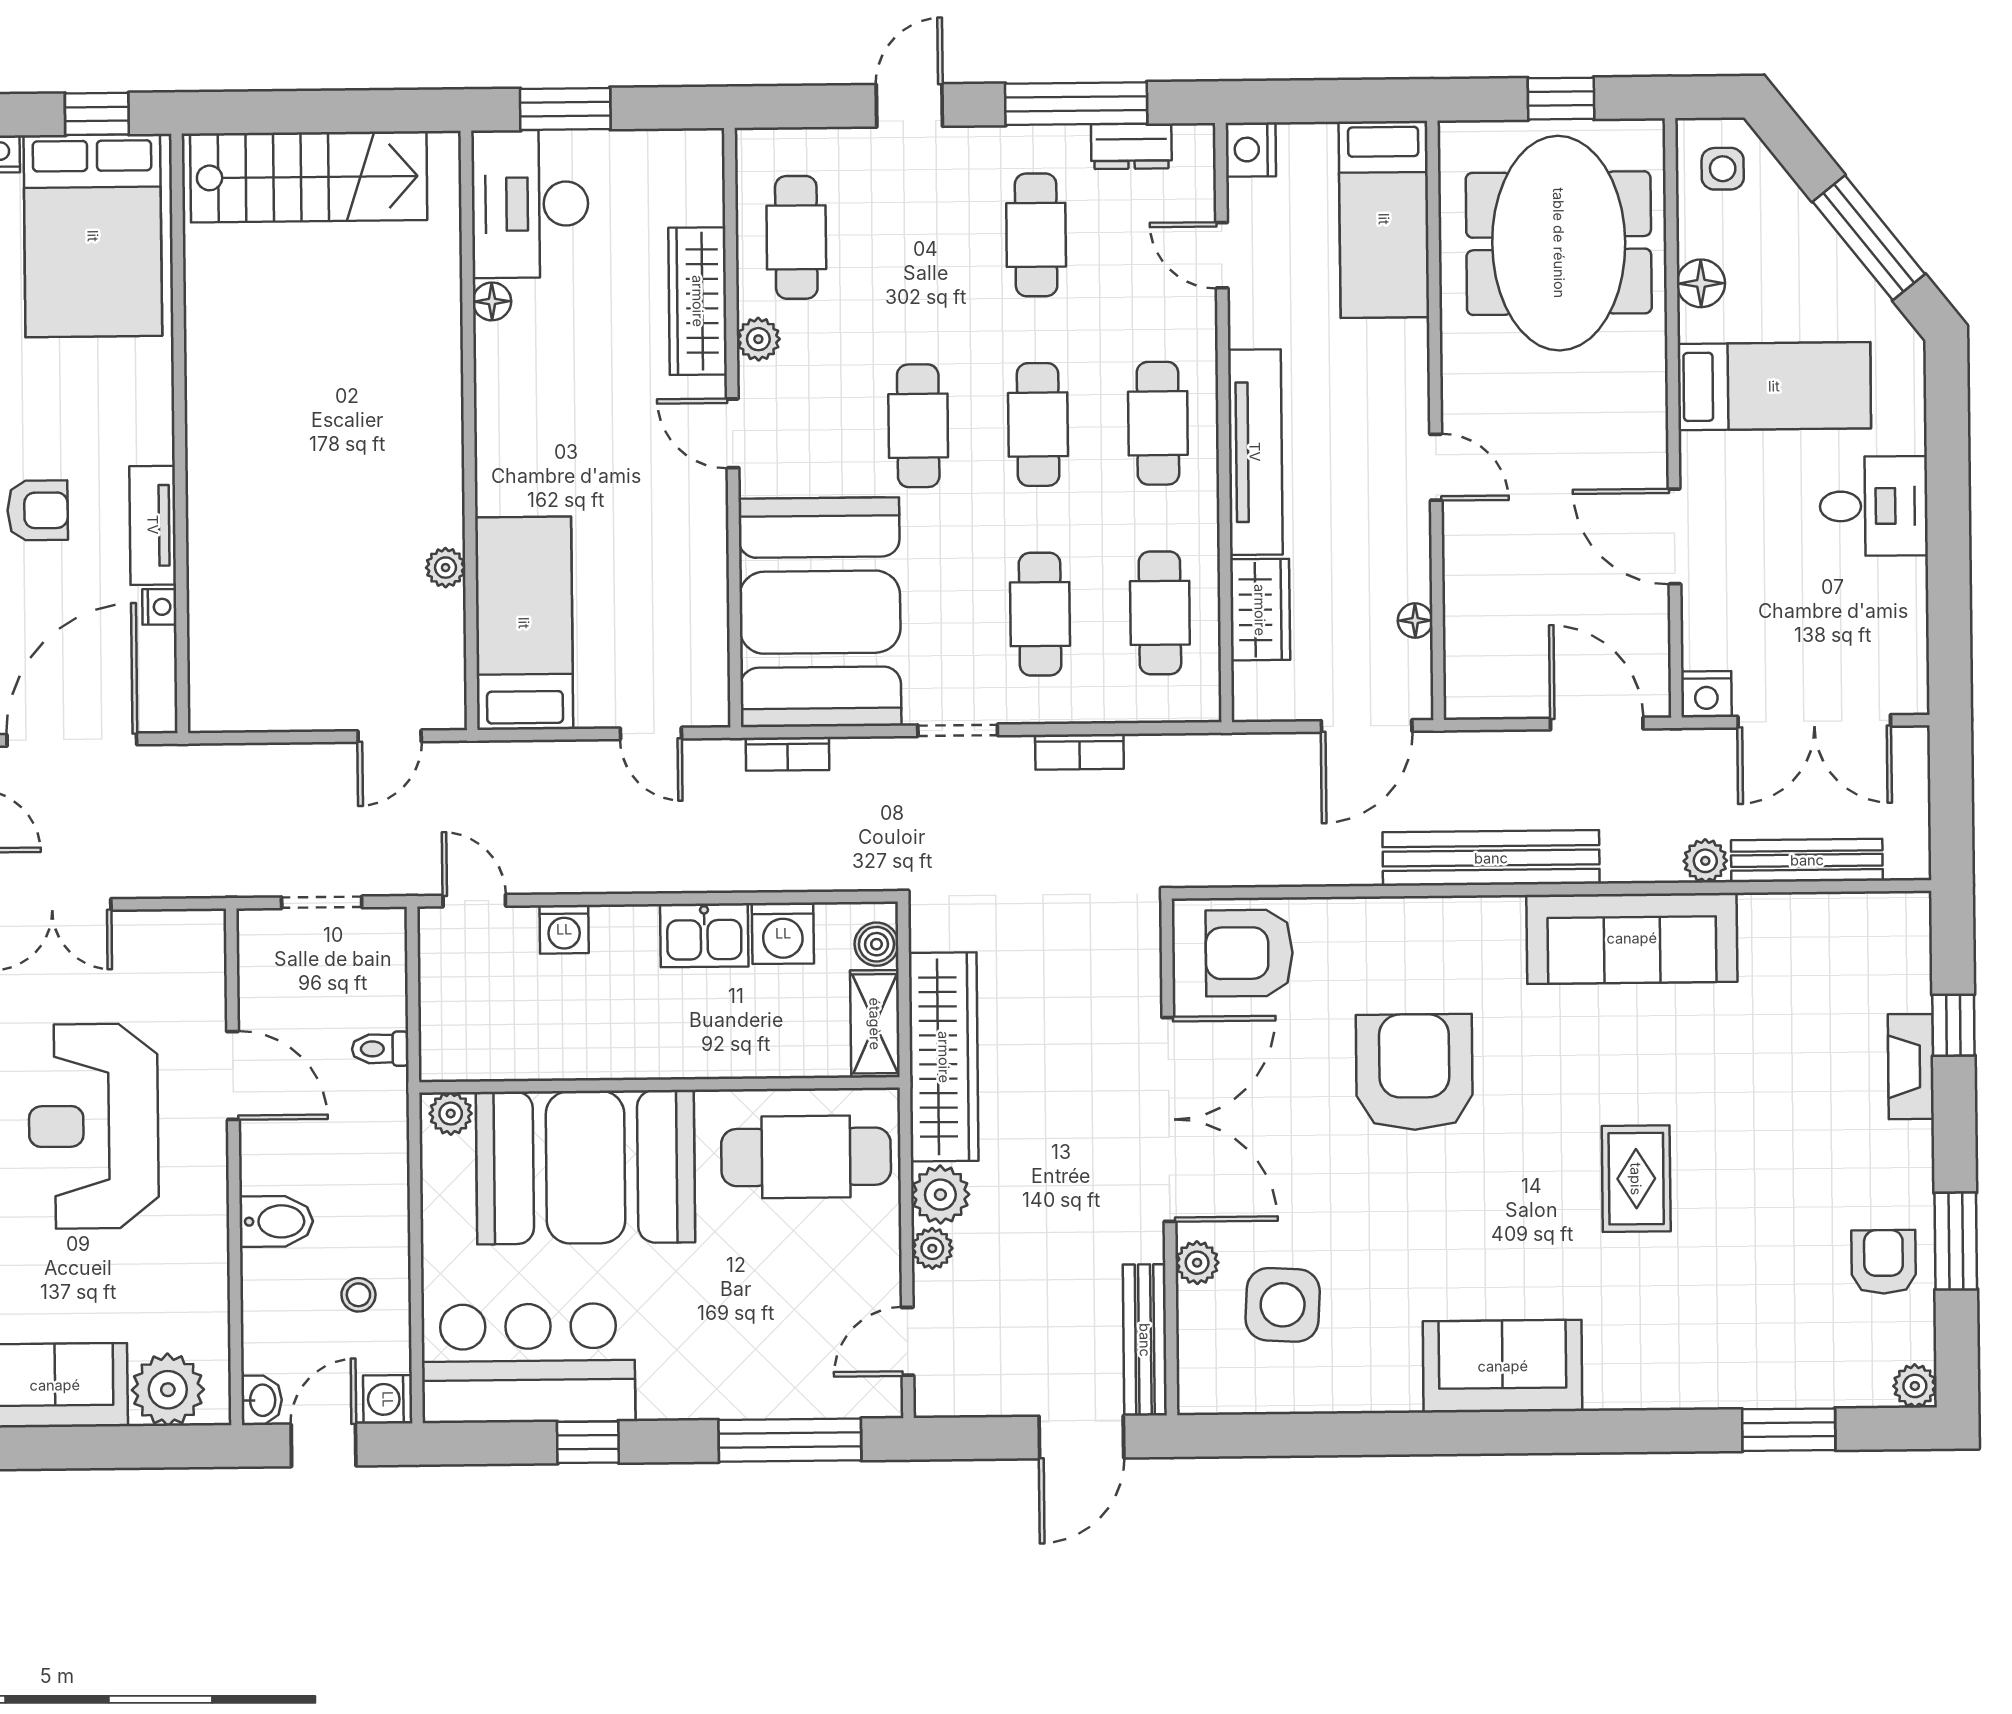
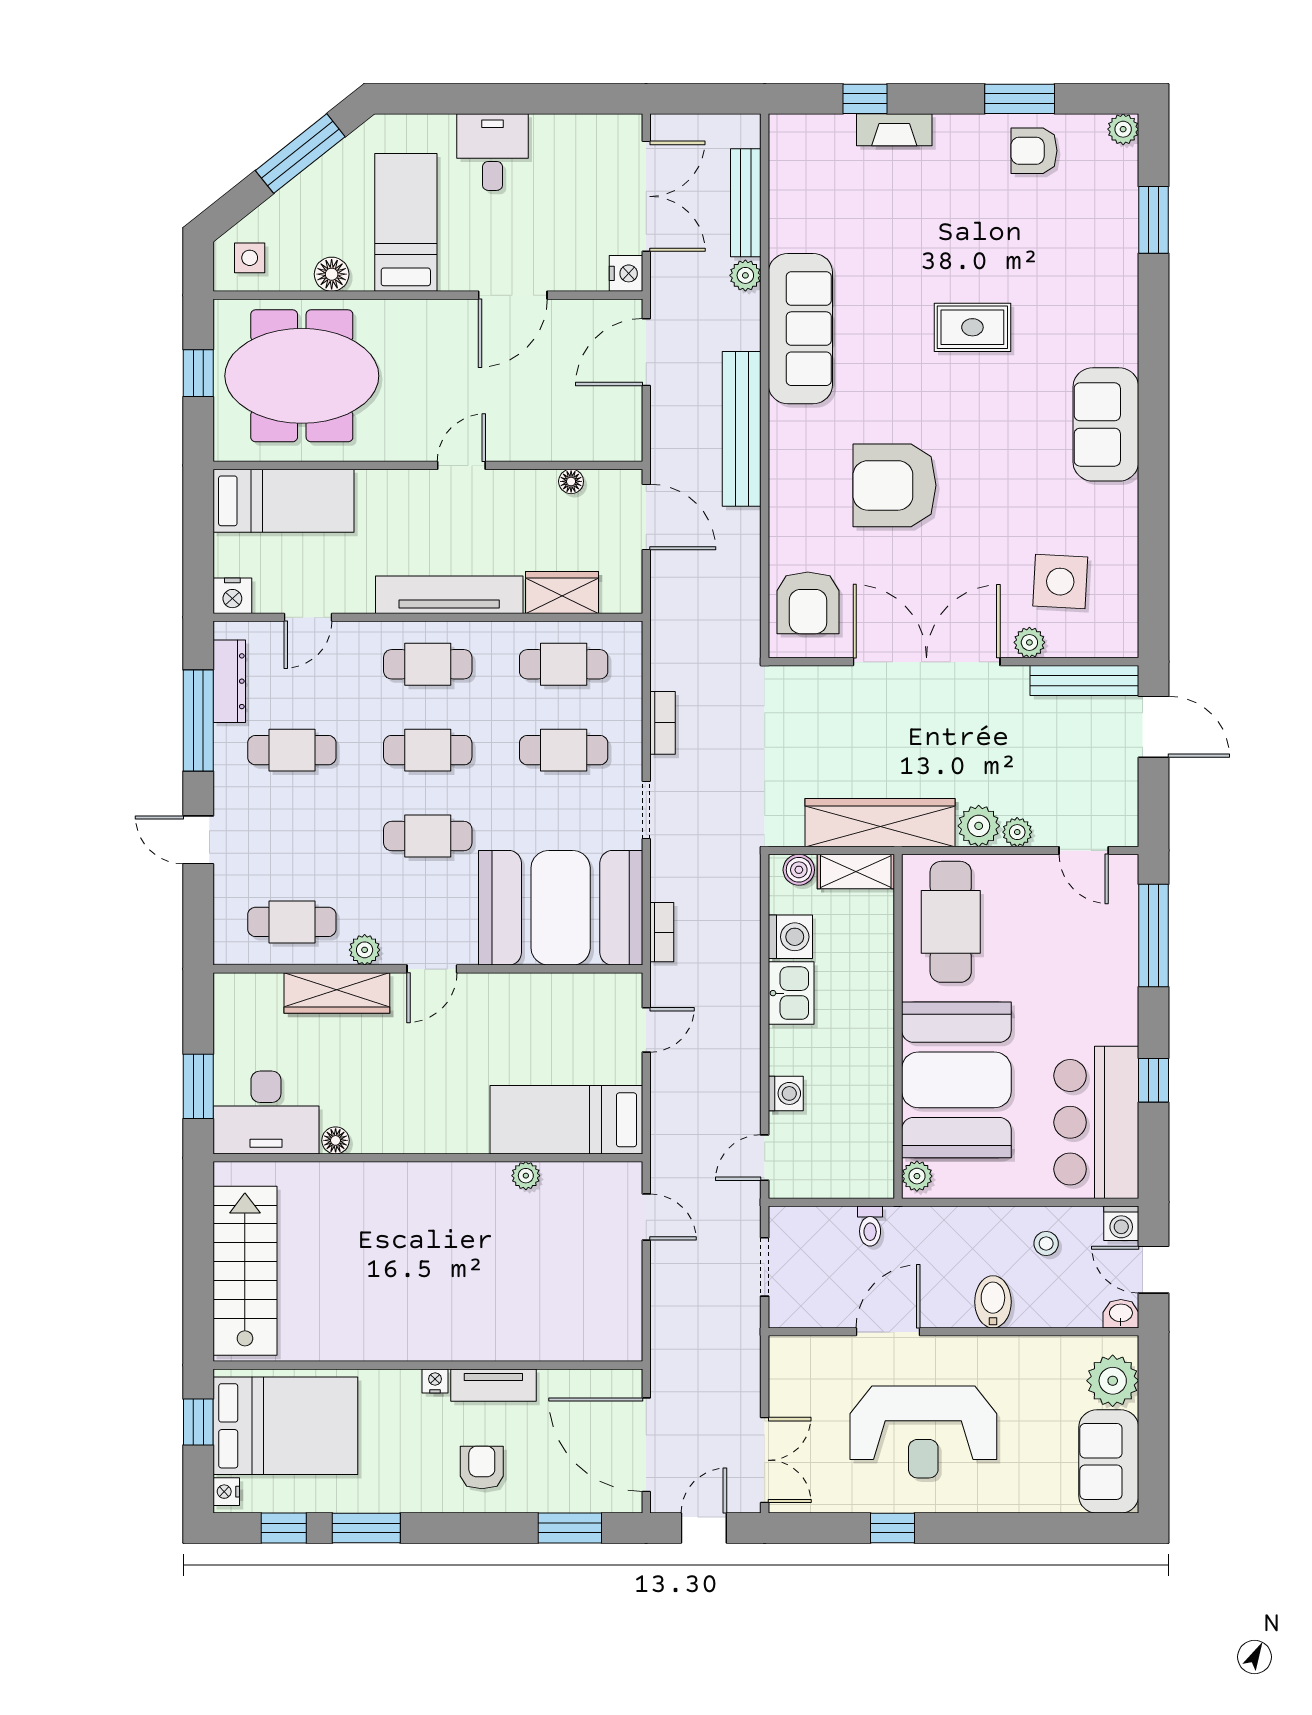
dresser: (1131, 146) -> (229, 681), width x1.44
nightstand: (159, 607) -> (435, 1381), moved

